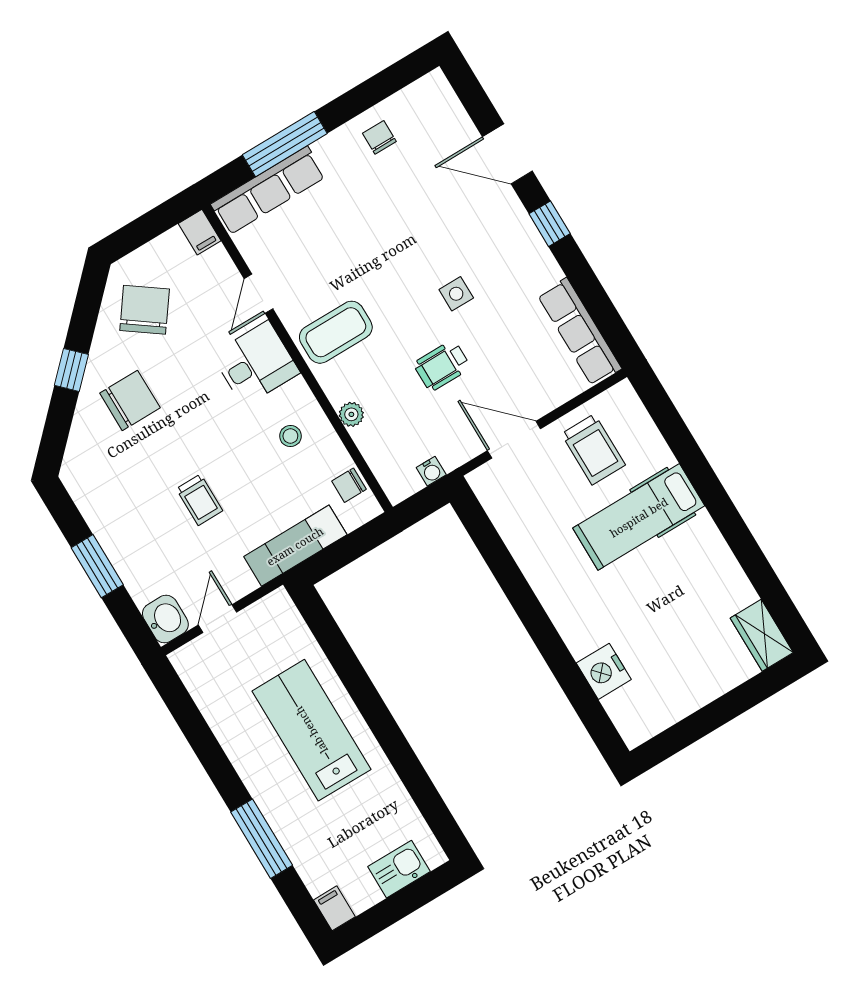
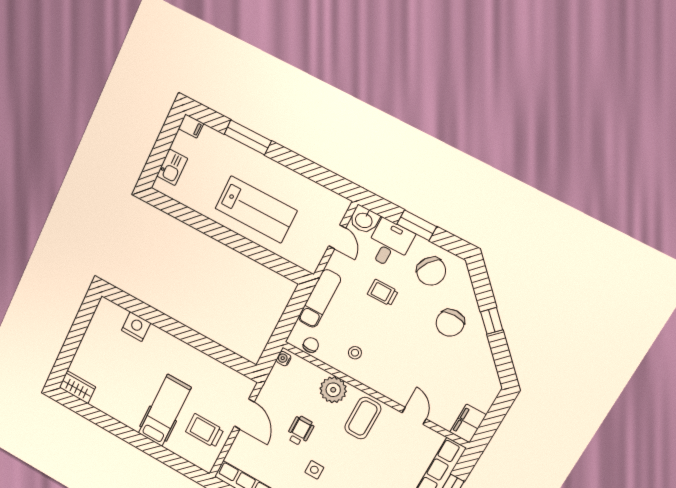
filing cabinet: (200, 232) -> (468, 423), width x2.00
chair: (145, 310) -> (431, 271), moved
desk: (256, 364) -> (389, 244), moved, turned 180
plant: (351, 414) -> (333, 390), width x1.88, depth x1.88
door: (514, 440) -> (244, 414), hinge flipped
water cooler: (431, 471) -> (284, 359), moved

